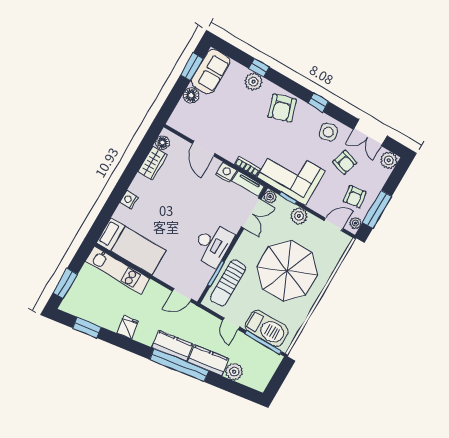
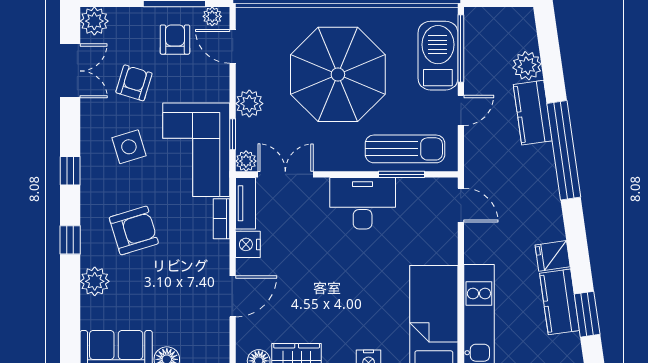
window: (259, 68) -> (70, 240), moved
armchair: (282, 108) -> (134, 230), moved
side table: (328, 132) -> (129, 147), moved
armchair: (355, 197) -> (175, 40), turned -82
kitchen counter: (173, 346) -> (559, 302), moved

